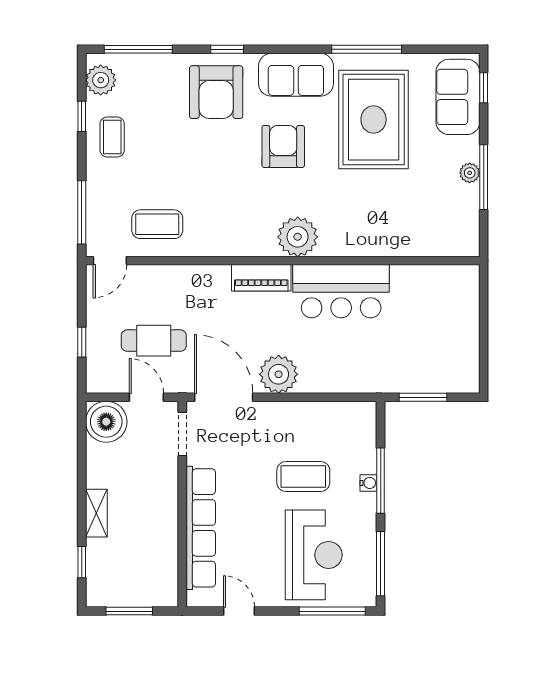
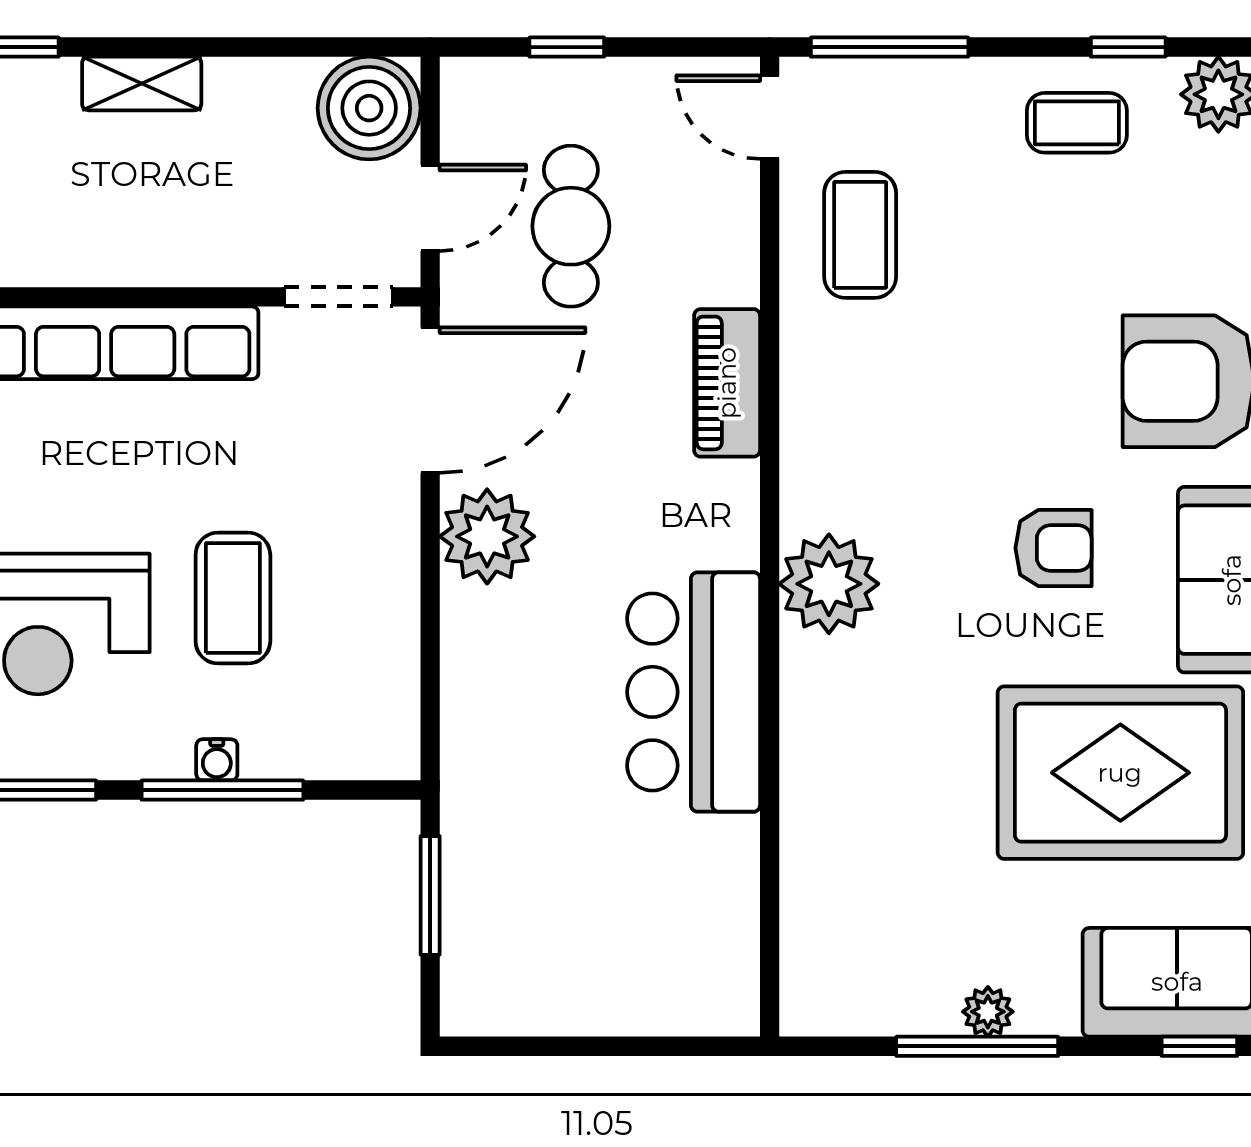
armchair: (283, 146) -> (1054, 548), width x0.72, depth x0.72
piano: (261, 278) -> (727, 383), moved

